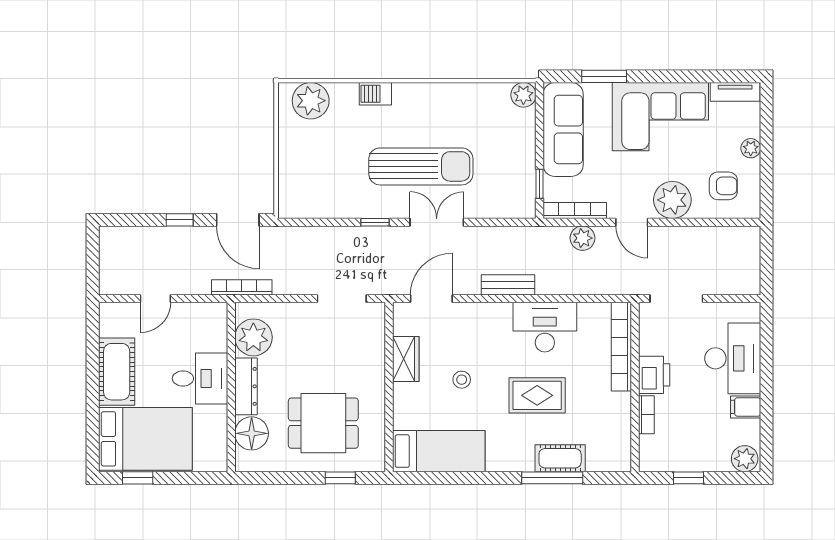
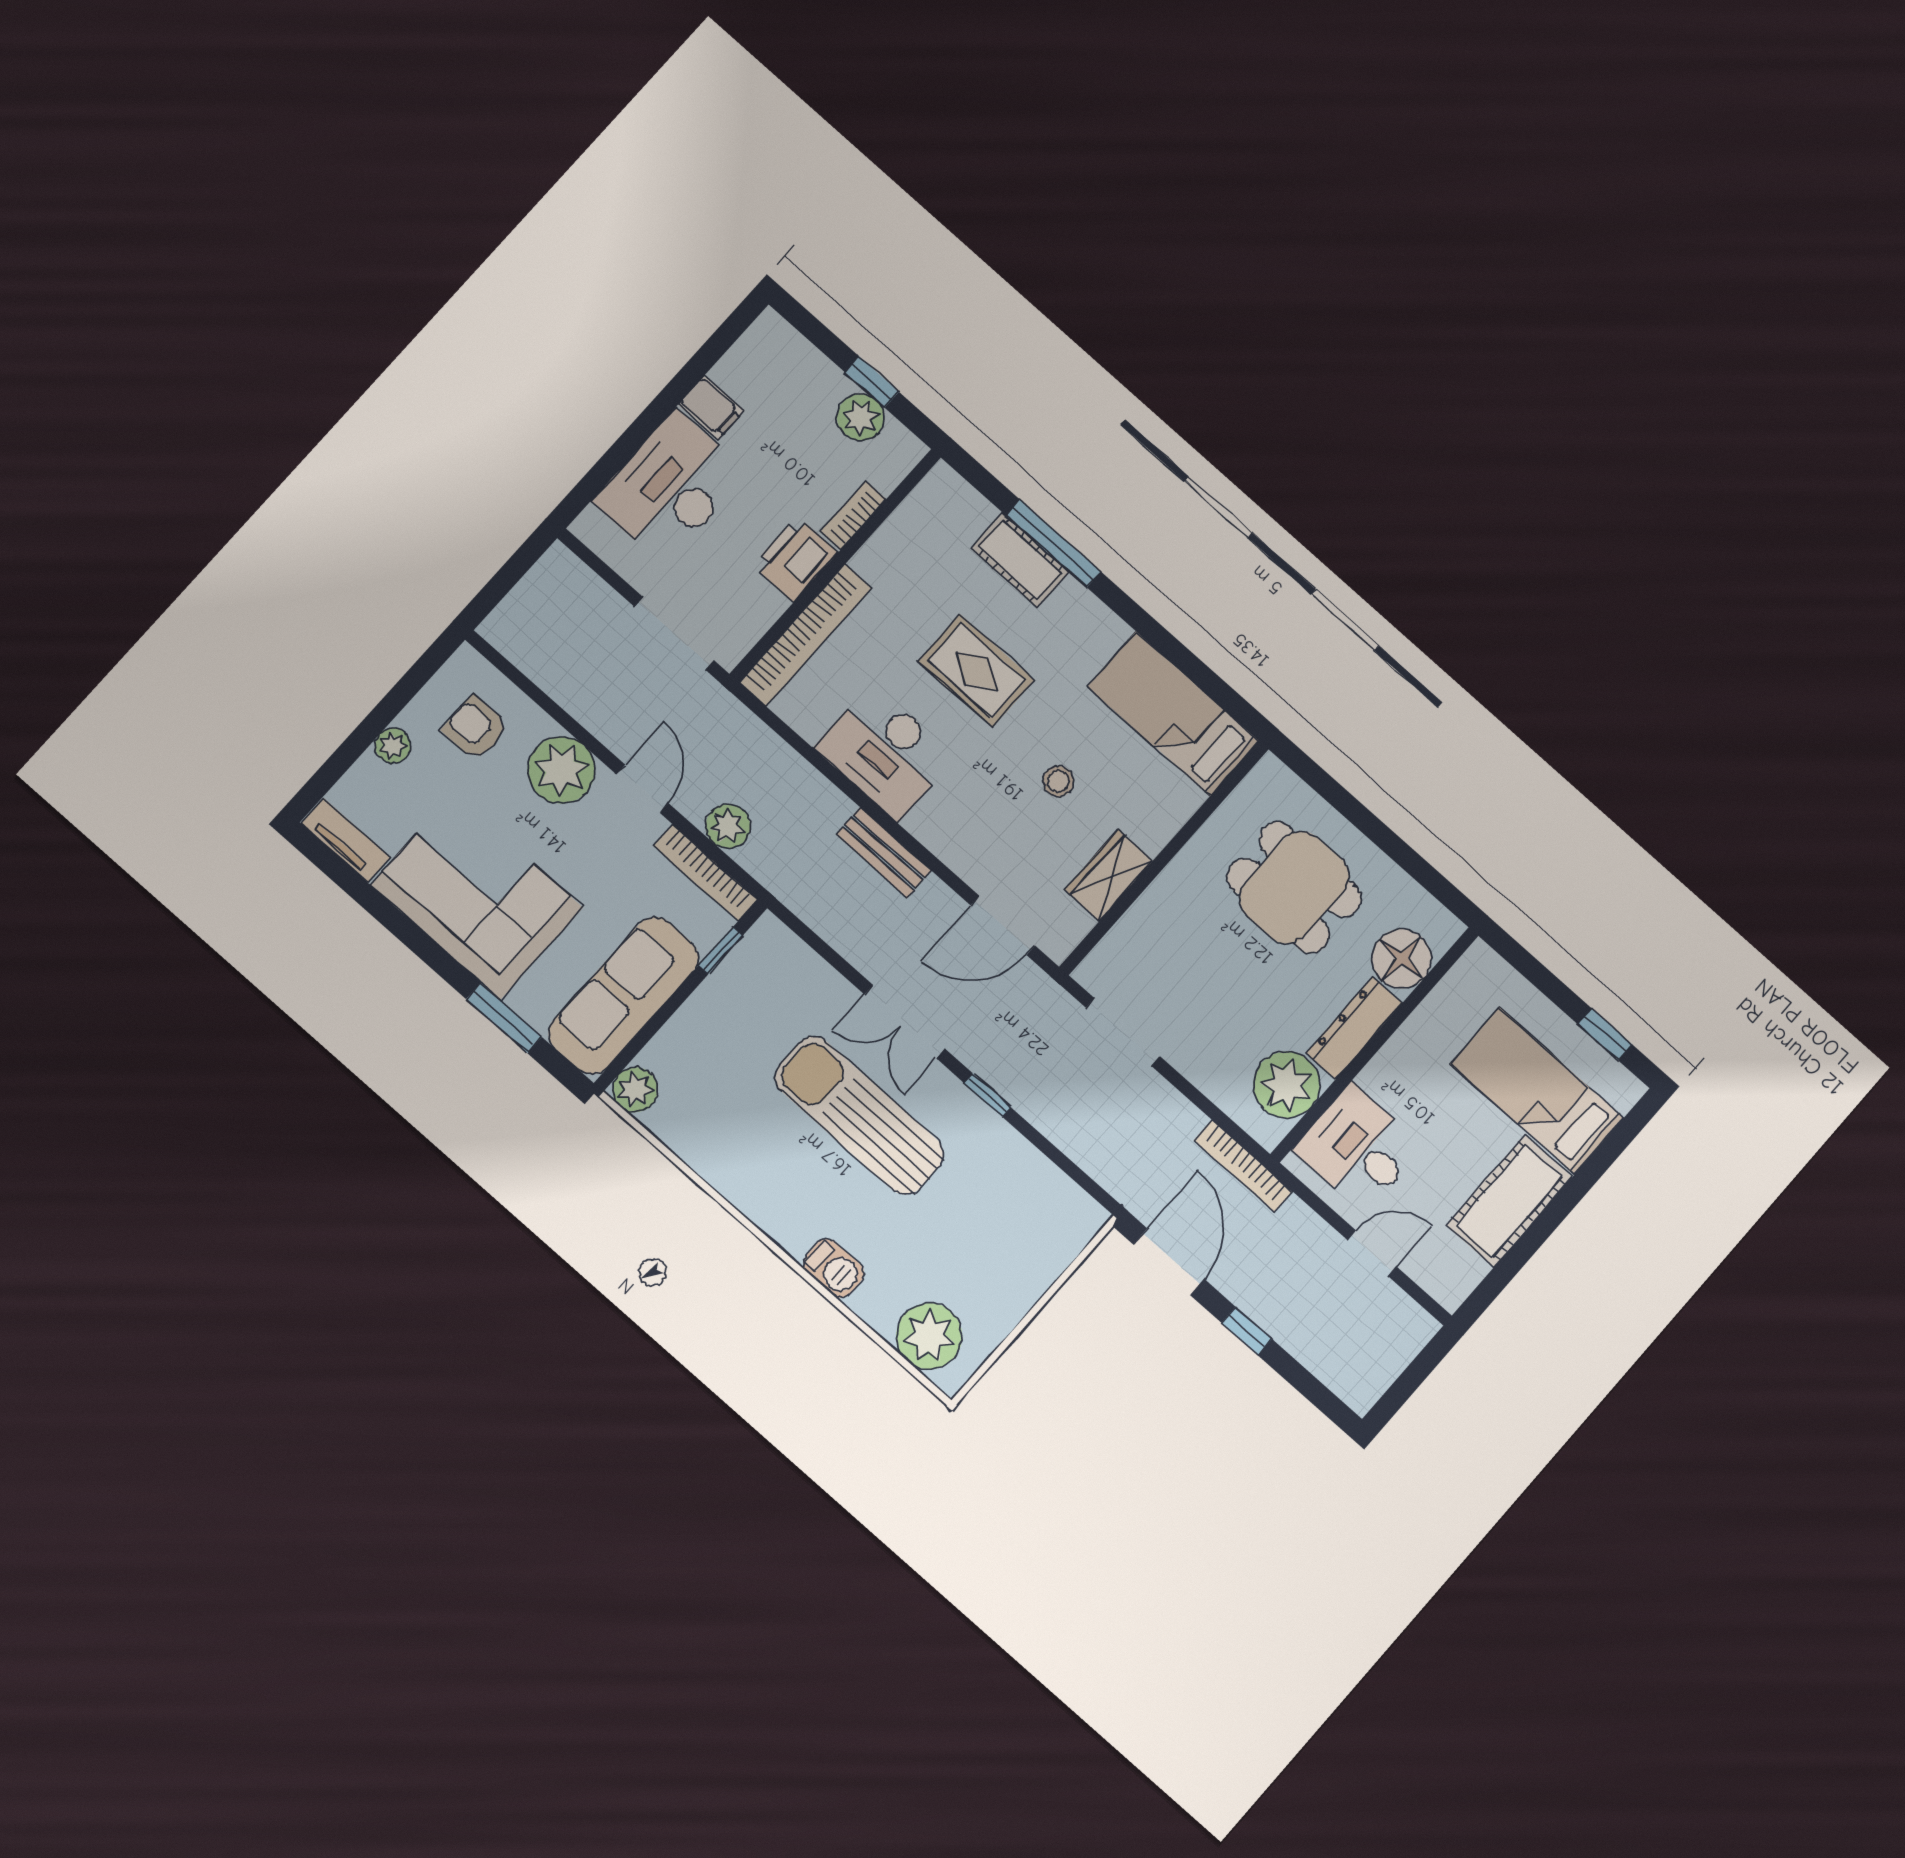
desk: (200, 378) -> (1358, 1148), moved
bed: (145, 439) -> (1537, 1091), width x0.67
plant: (745, 459) -> (861, 417), moved
window: (340, 478) -> (1336, 795), removed

